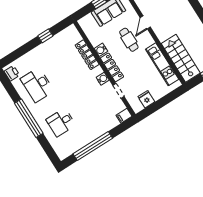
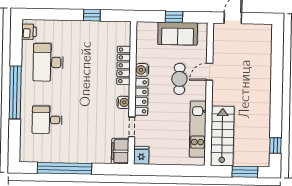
fridge: (146, 99) -> (141, 155), moved
filing cabinet: (124, 116) -> (120, 151), width x2.00

